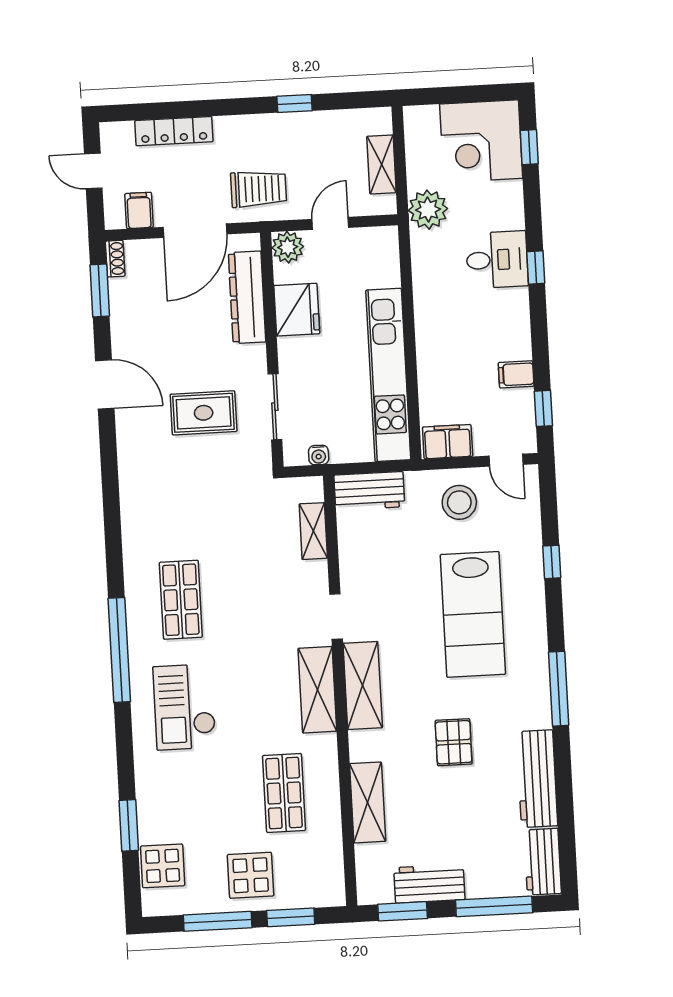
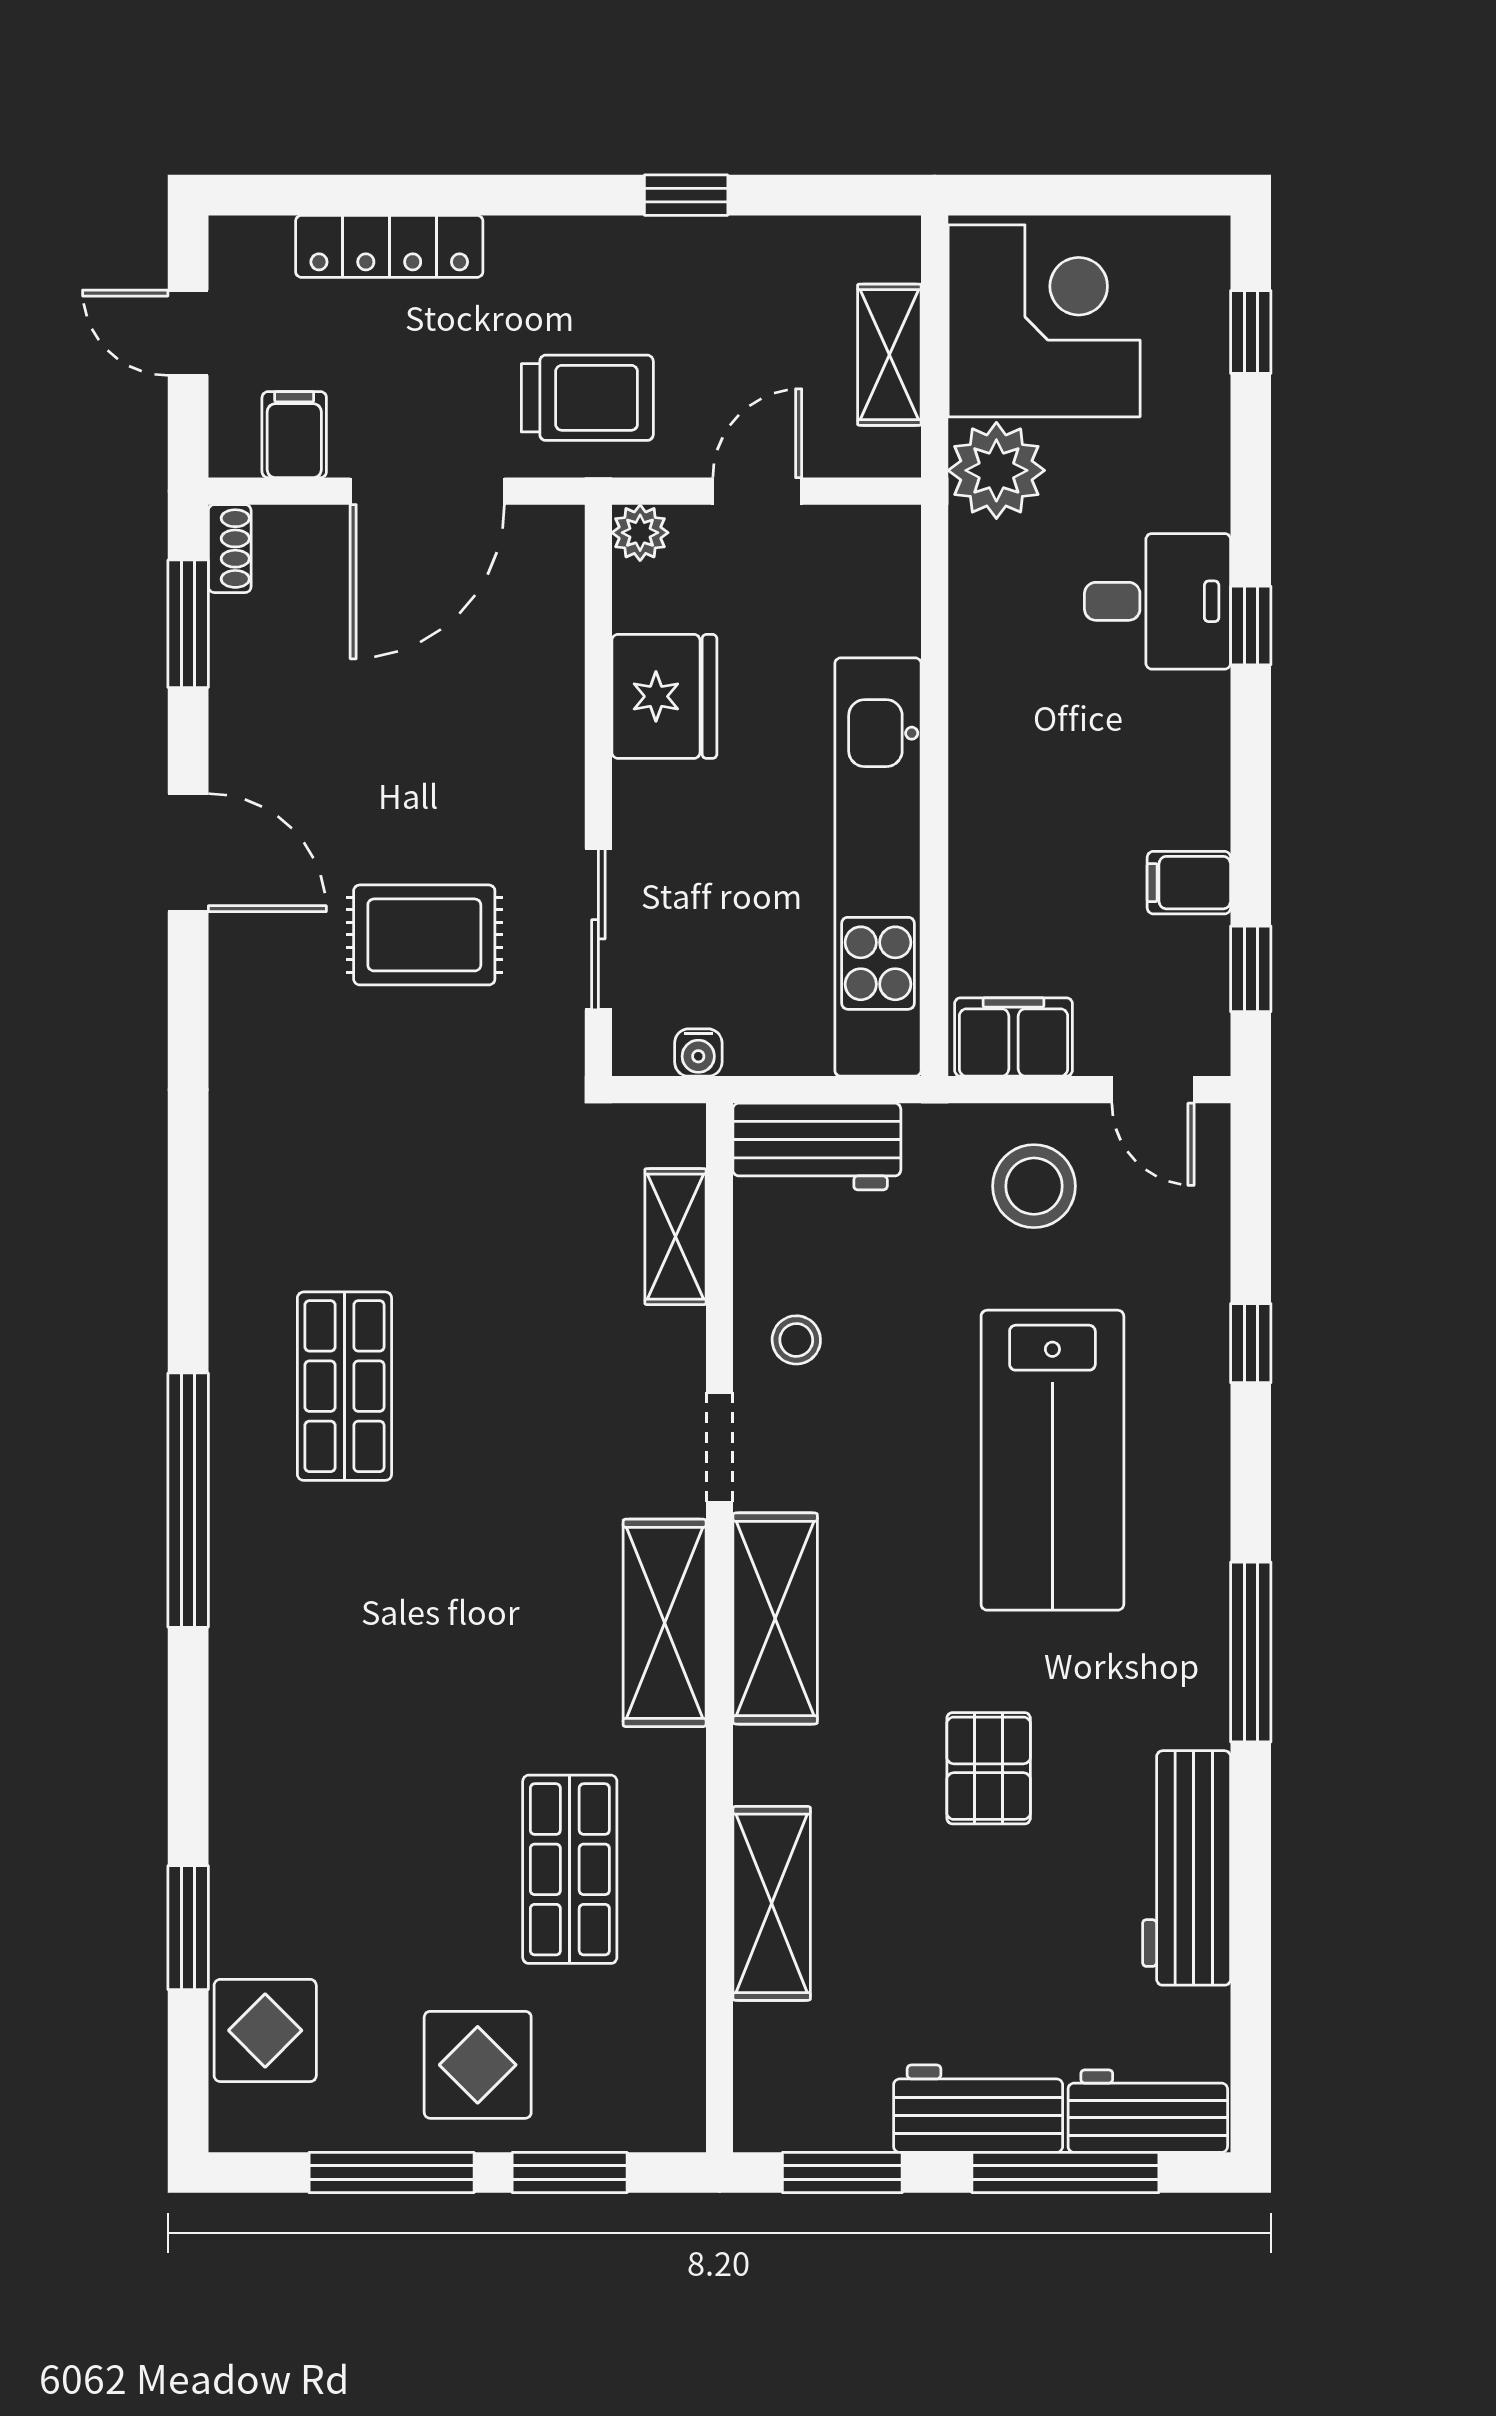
corner desk: (481, 141) -> (1044, 321), moved, turned 180
plant: (288, 247) -> (640, 533), width x0.73, depth x0.73
dresser: (247, 297) -> (545, 660), removed
stool: (365, 571) -> (796, 1340), added
checkout: (184, 707) -> (339, 1647), removed
workbench: (543, 862) -> (1148, 2111), moved, turned 90
workbench: (429, 884) -> (978, 2109), moved

